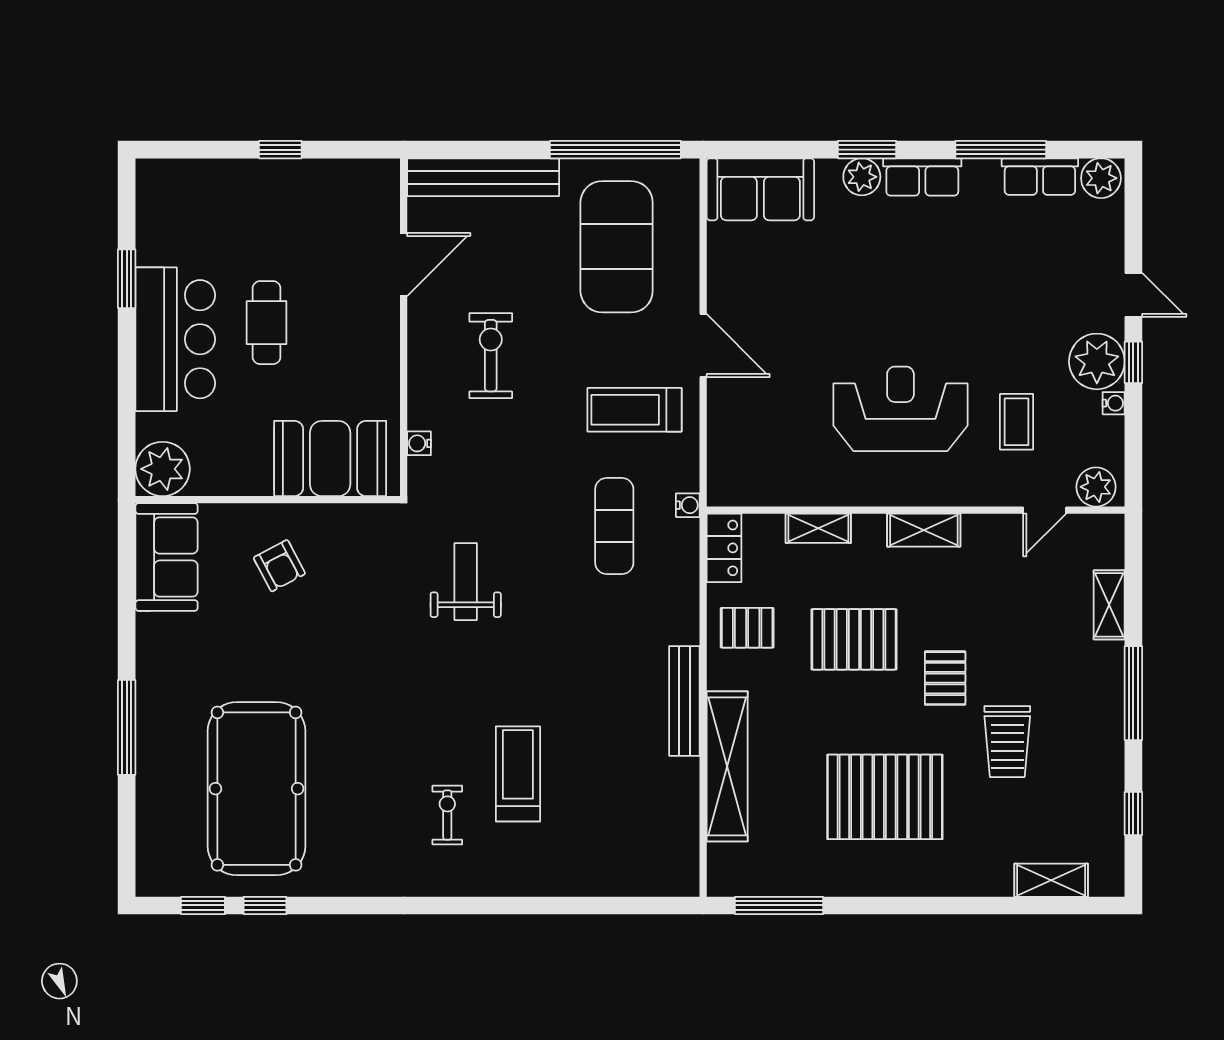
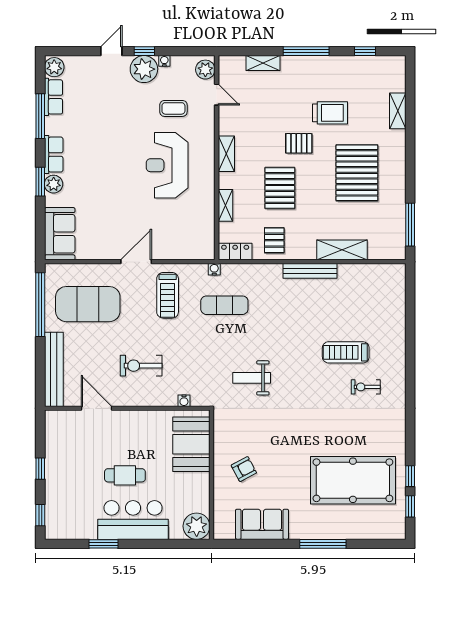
window: (185, 150) -> (40, 515), added
sofa: (167, 557) -> (262, 524), moved
shelving: (727, 766) -> (342, 250), width x0.68
shelving: (1051, 880) -> (398, 111), moved

